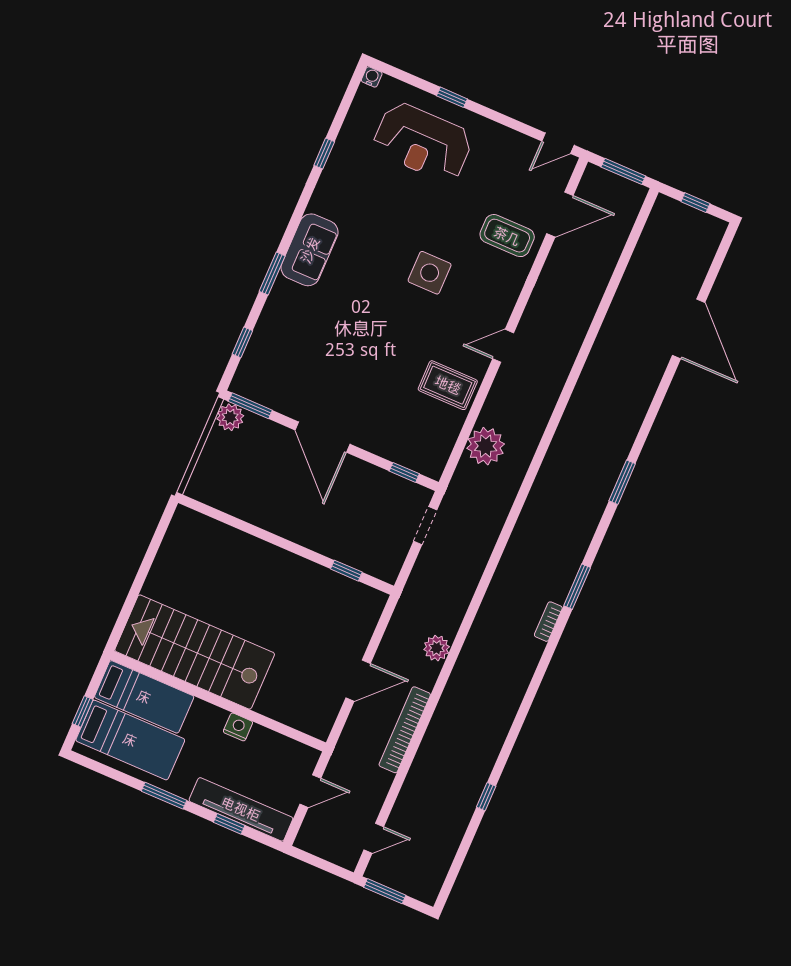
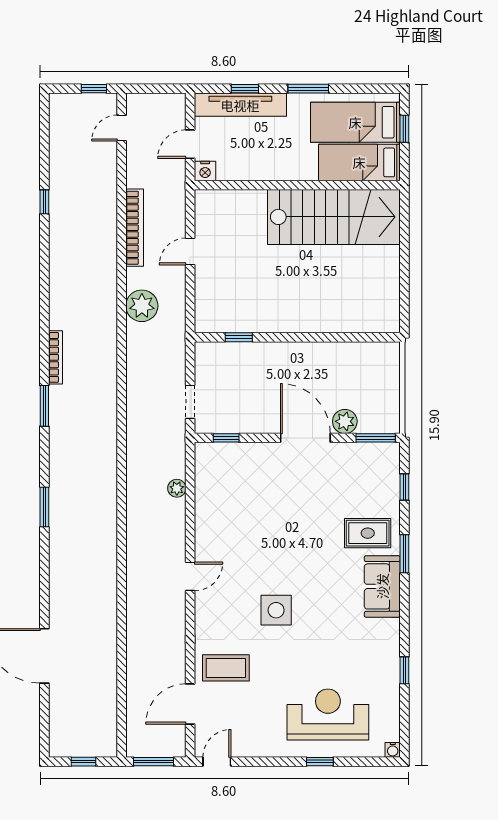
rug: (448, 385) -> (368, 533), moved
plant: (230, 417) -> (345, 421), moved
plant: (486, 446) -> (177, 488), width x0.53, depth x0.53
bookcase: (548, 622) -> (56, 357), width x1.56
plant: (437, 648) -> (142, 306), width x1.36, depth x1.36
door: (358, 681) -> (190, 251), width x0.73
nightstand: (238, 727) -> (205, 171), moved
window: (385, 891) -> (94, 89), width x0.67

